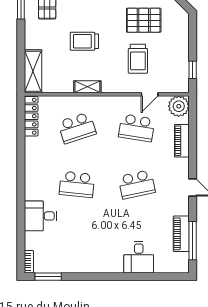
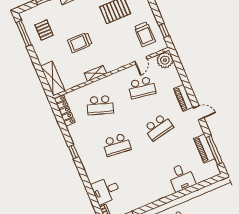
trolley: (138, 59) -> (145, 34), moved
school desk: (77, 128) -> (100, 105), turned 36
piano: (182, 141) -> (183, 98), moved
window: (21, 171) -> (74, 152), added
desk: (41, 216) -> (106, 190), moved

